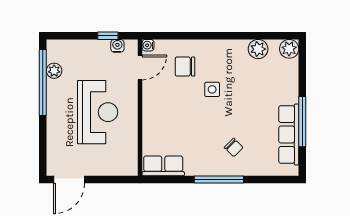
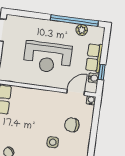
row of seats: (90, 49) -> (94, 58), added
door: (140, 67) -> (76, 92), swing flipped
chair: (185, 67) -> (72, 125), turned -90

